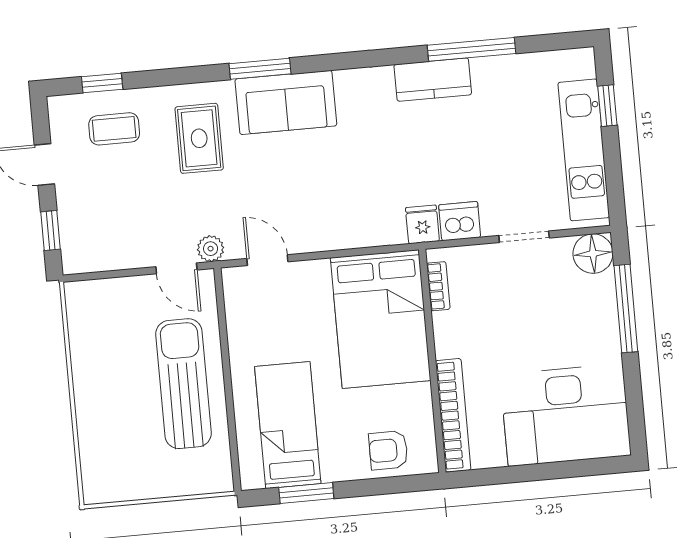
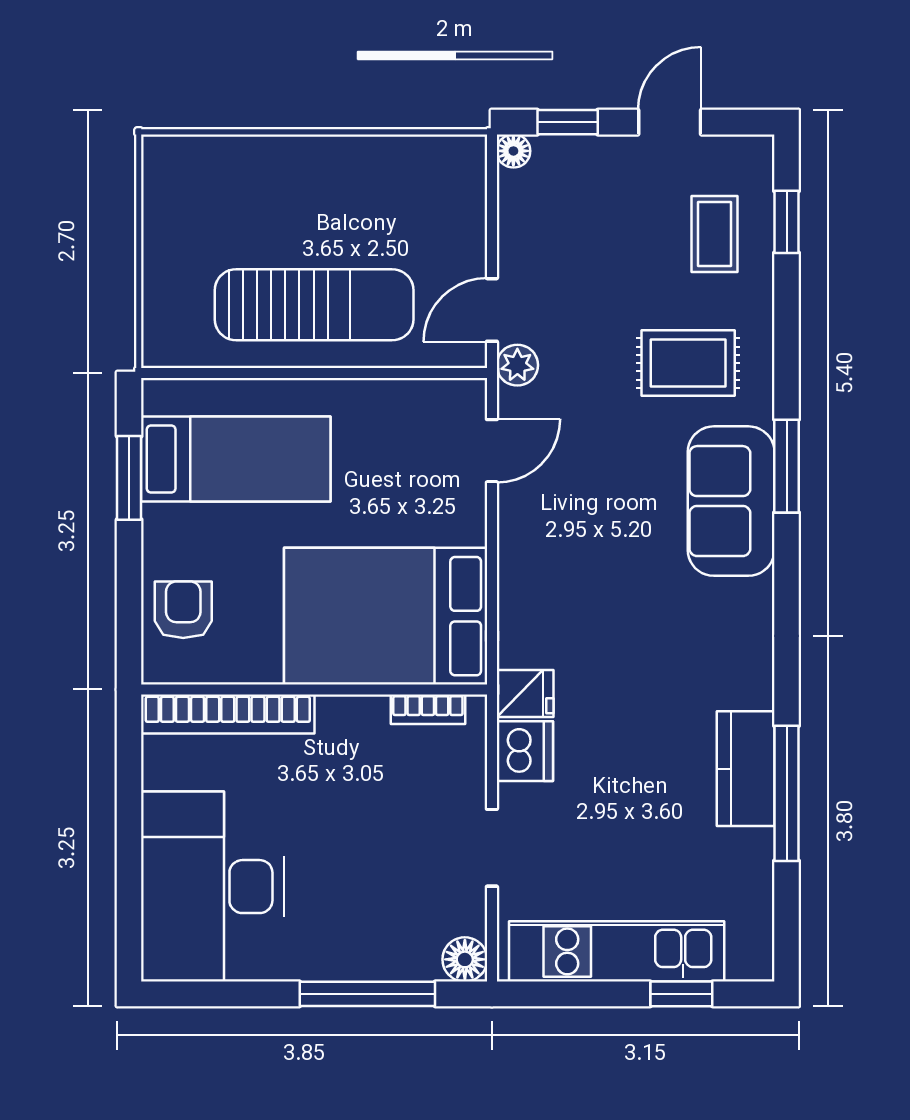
kitchen counter: (433, 80) -> (746, 769), moved
floor lamp: (593, 254) -> (465, 959), width x0.73, depth x0.73
floor lamp: (72, 264) -> (513, 151), added

